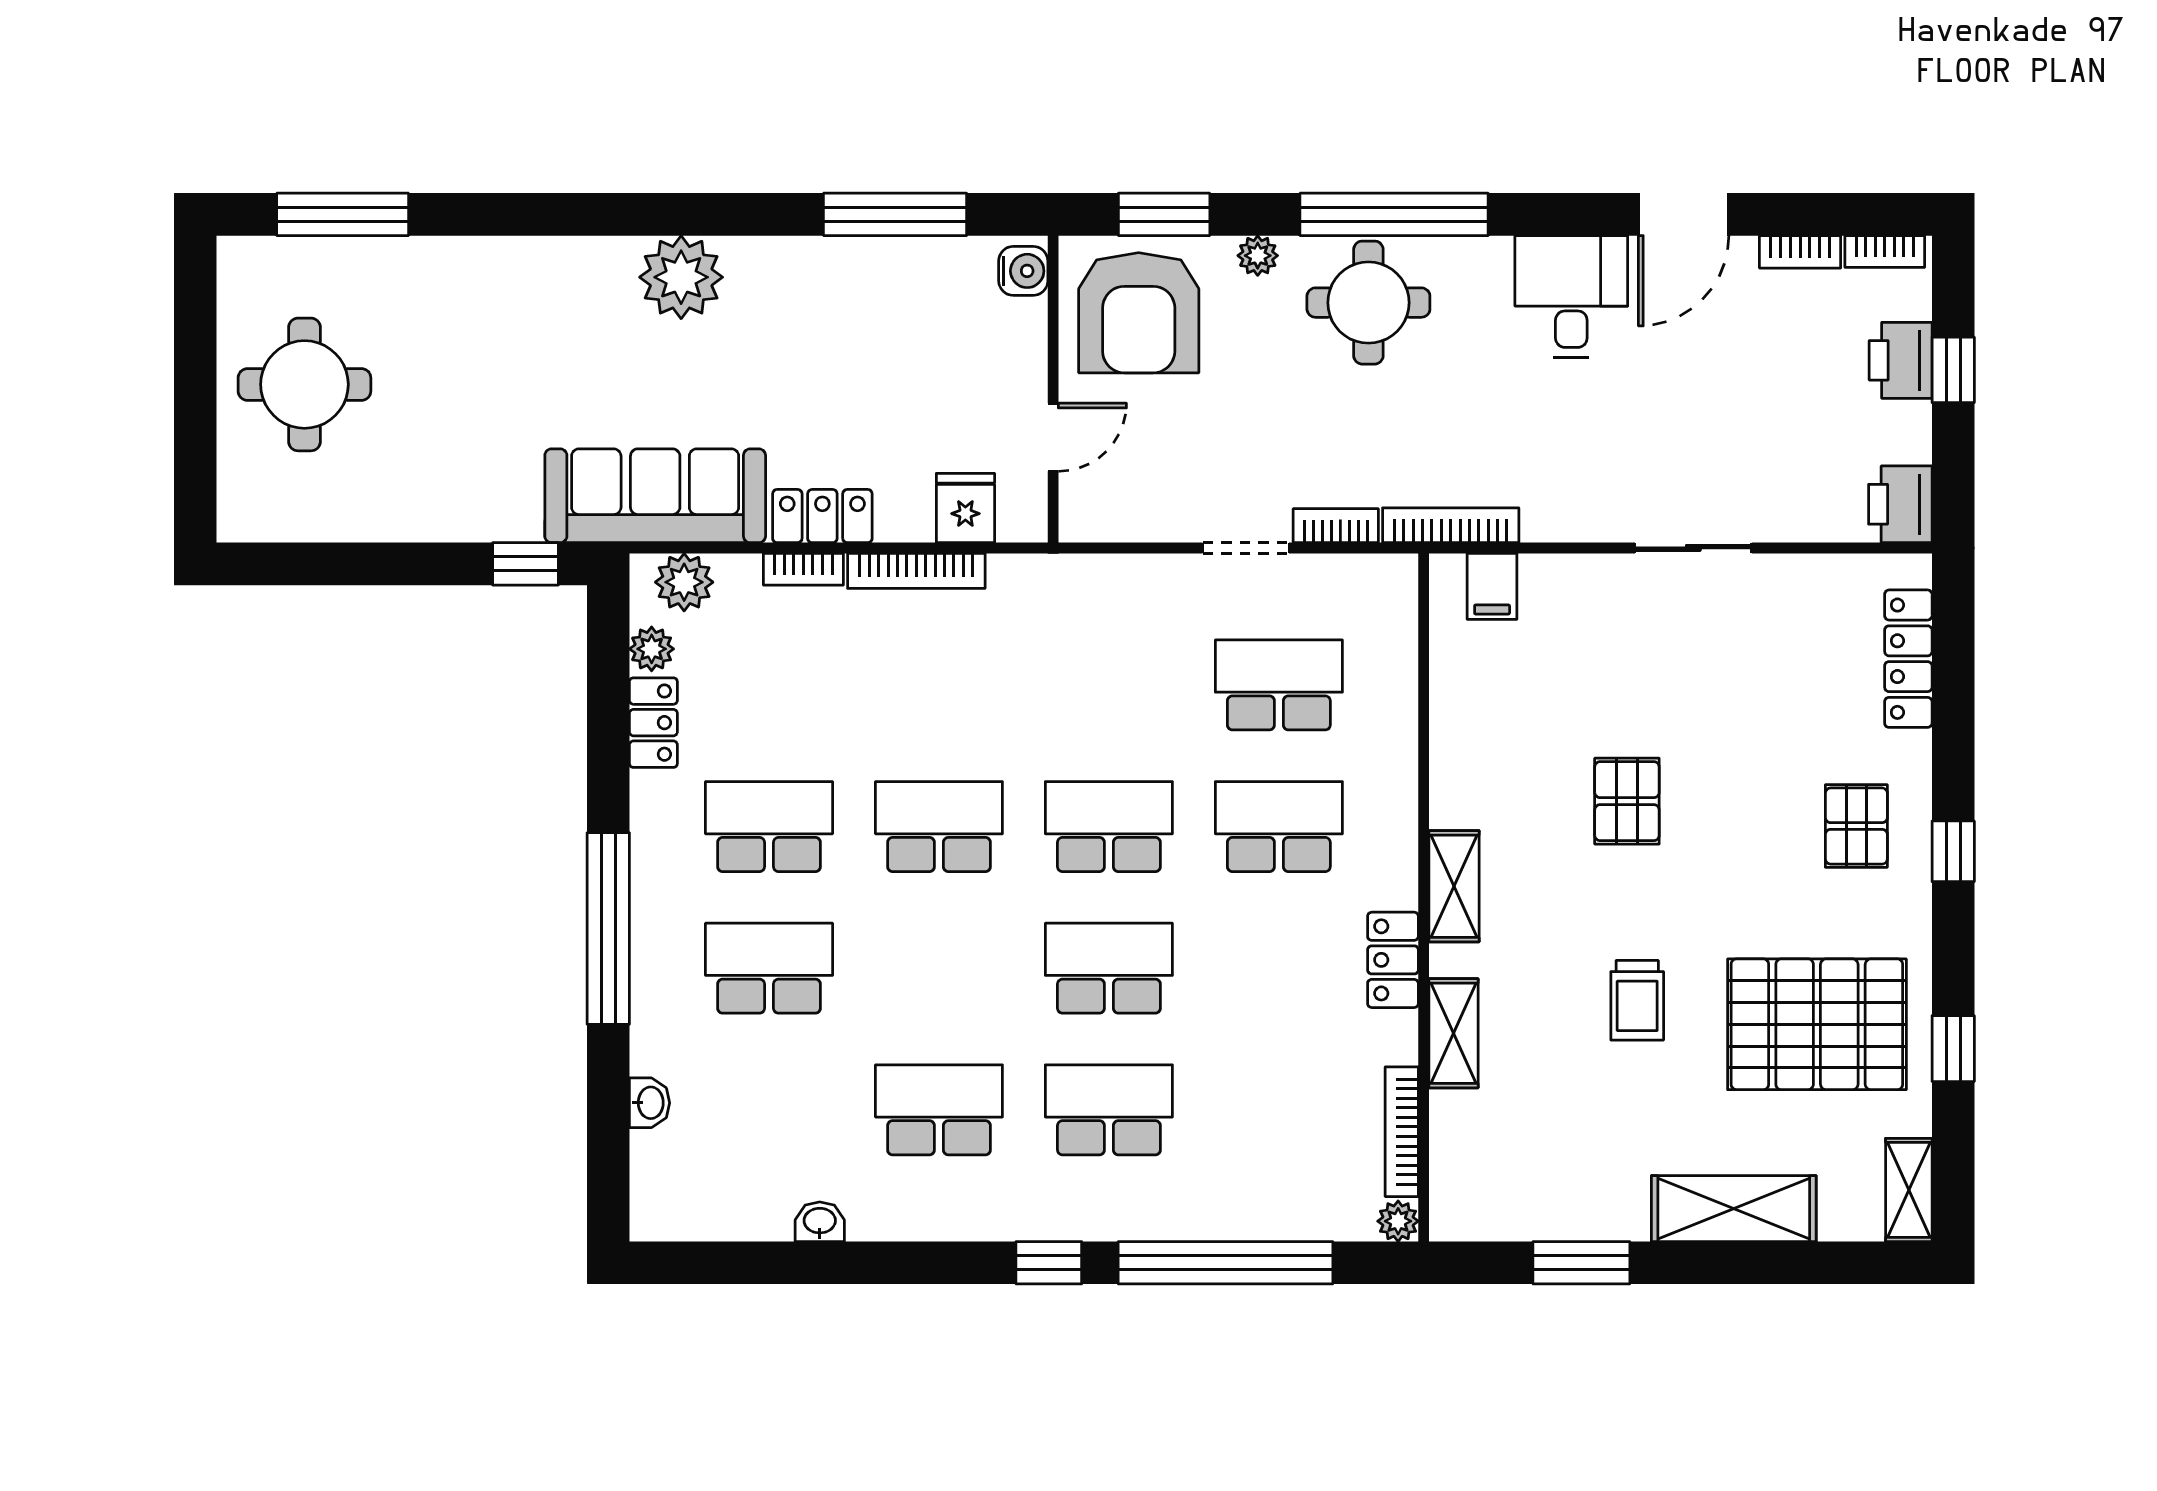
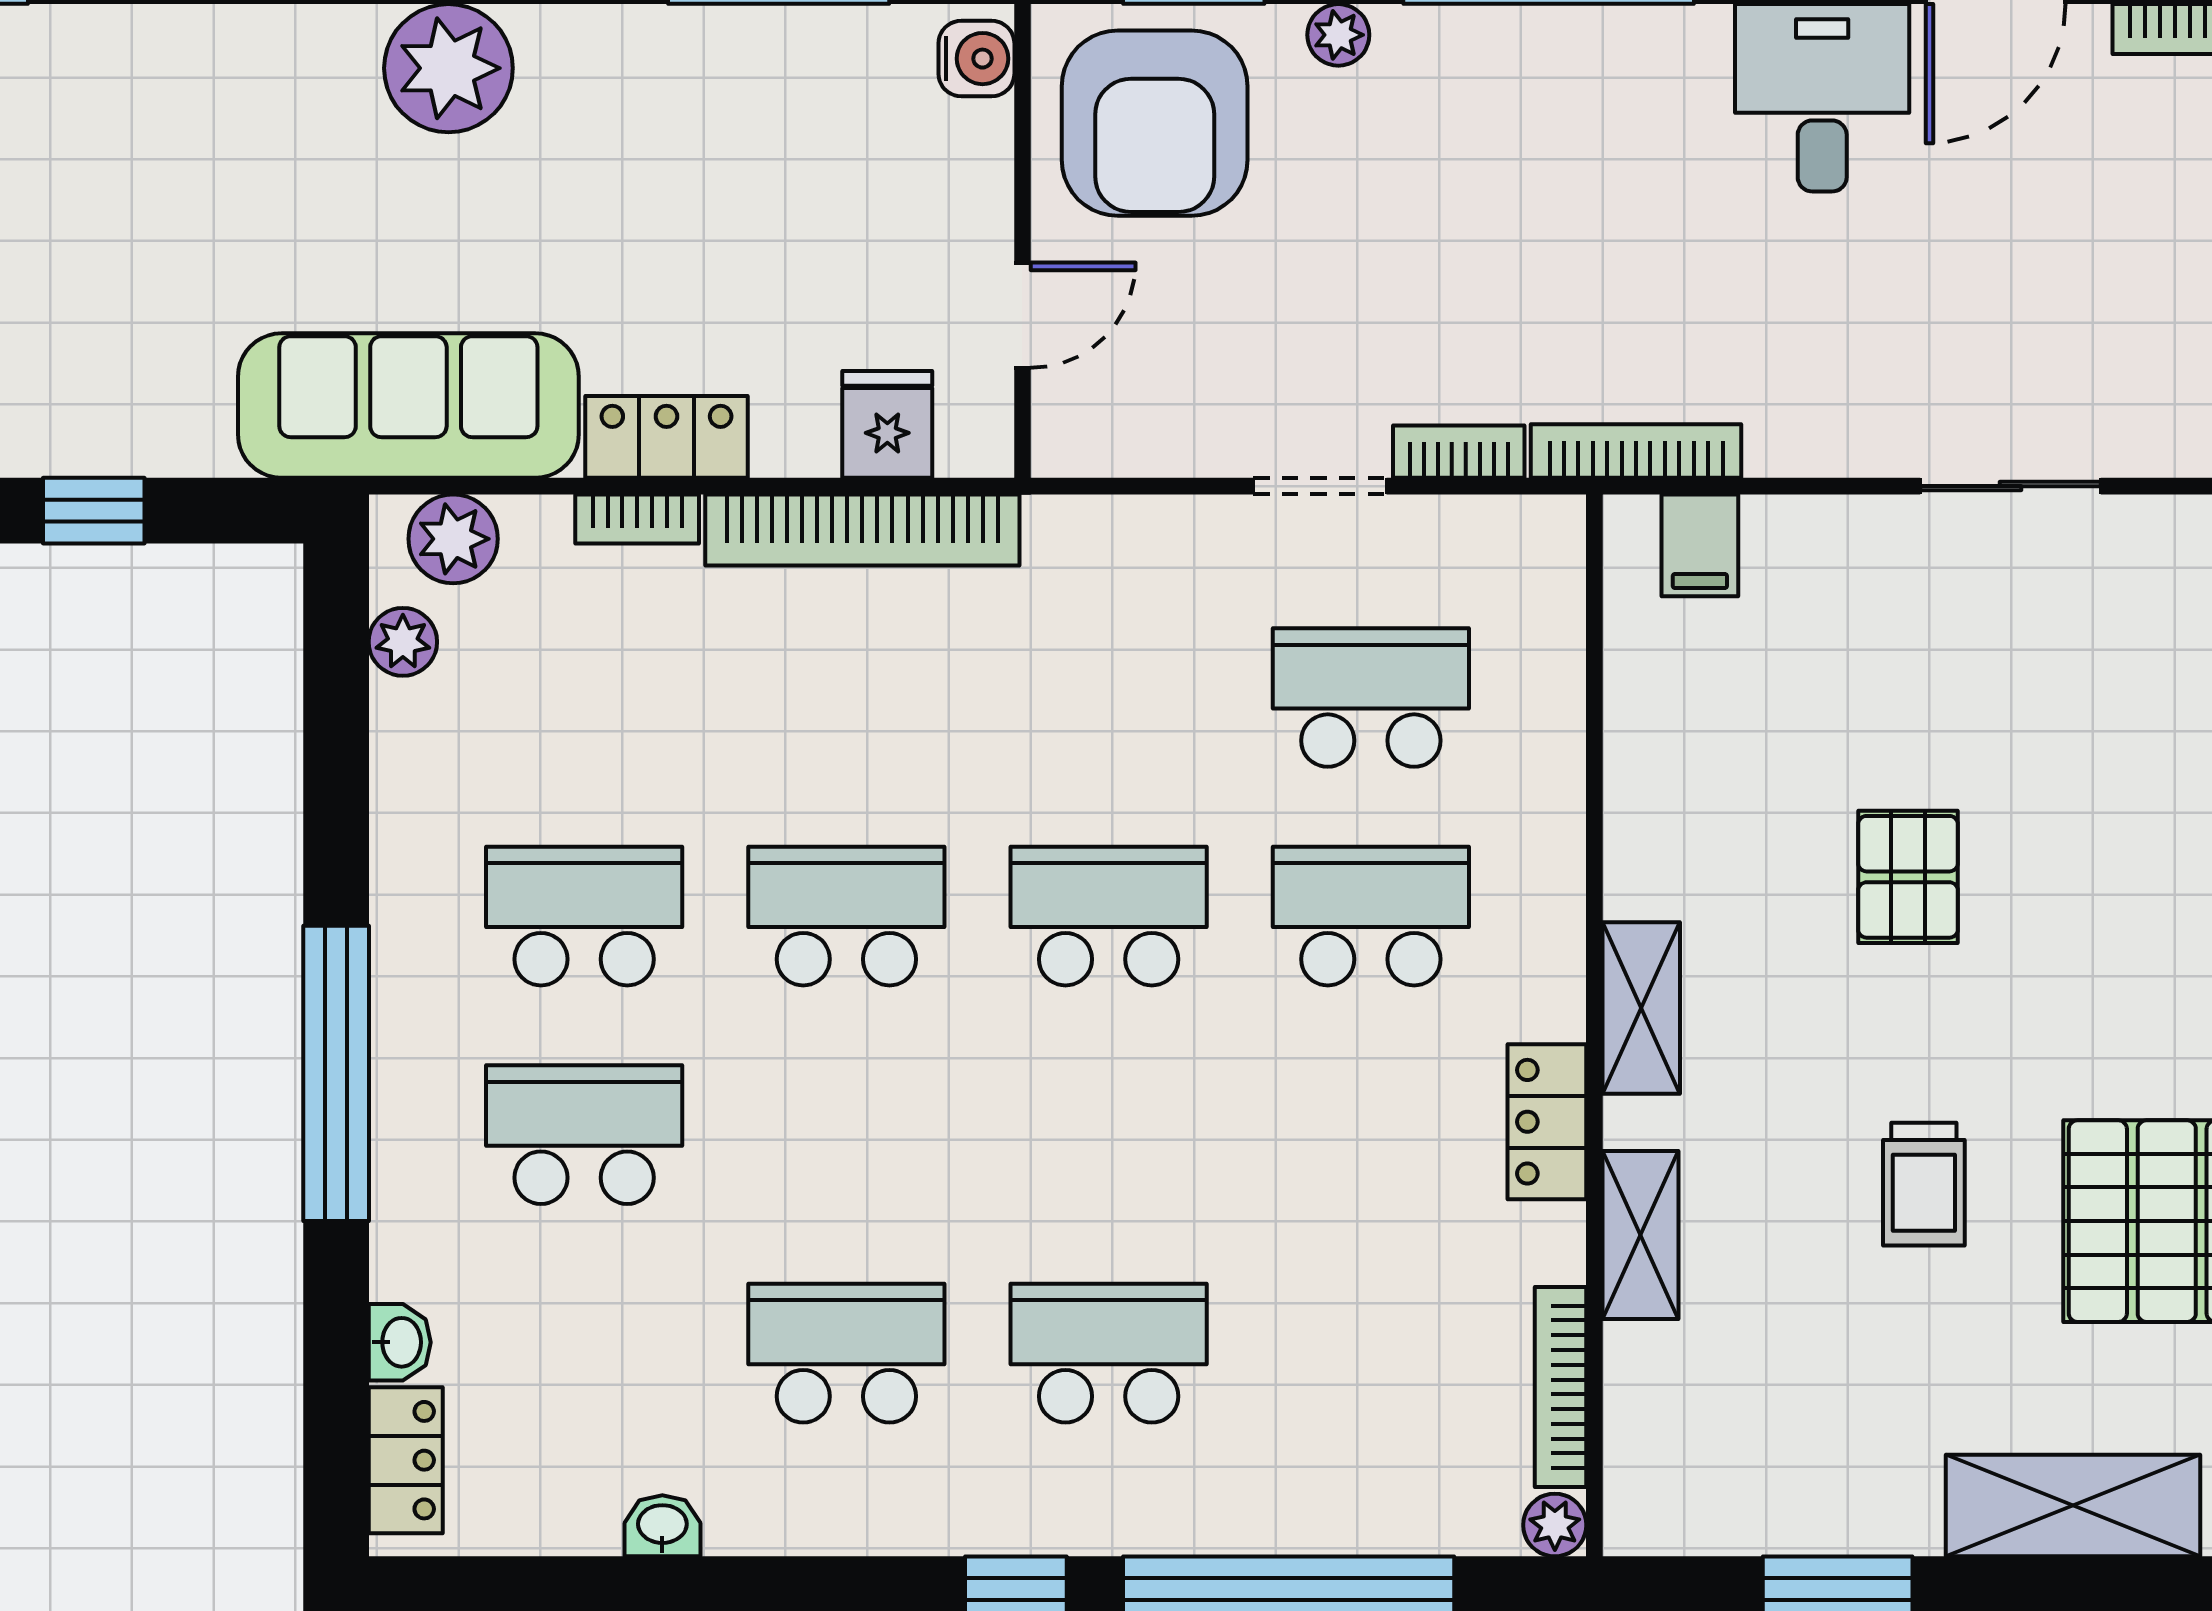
round table: (1368, 303) -> (1509, 107), removed
window: (526, 564) -> (94, 511), moved
bookcase: (916, 571) -> (862, 530), width x1.48, depth x1.31
locker: (653, 723) -> (406, 1460), moved
school desk: (1109, 968) -> (1109, 1135), removed

